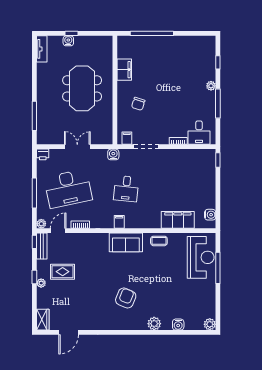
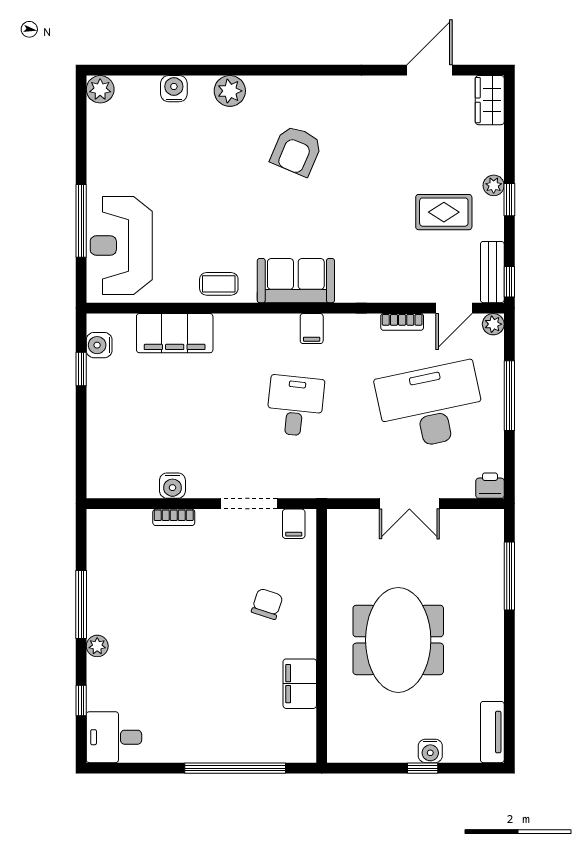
desk: (199, 133) -> (114, 737), moved, turned -90
water cooler: (113, 154) -> (172, 486), moved
window: (218, 160) -> (81, 369), moved

